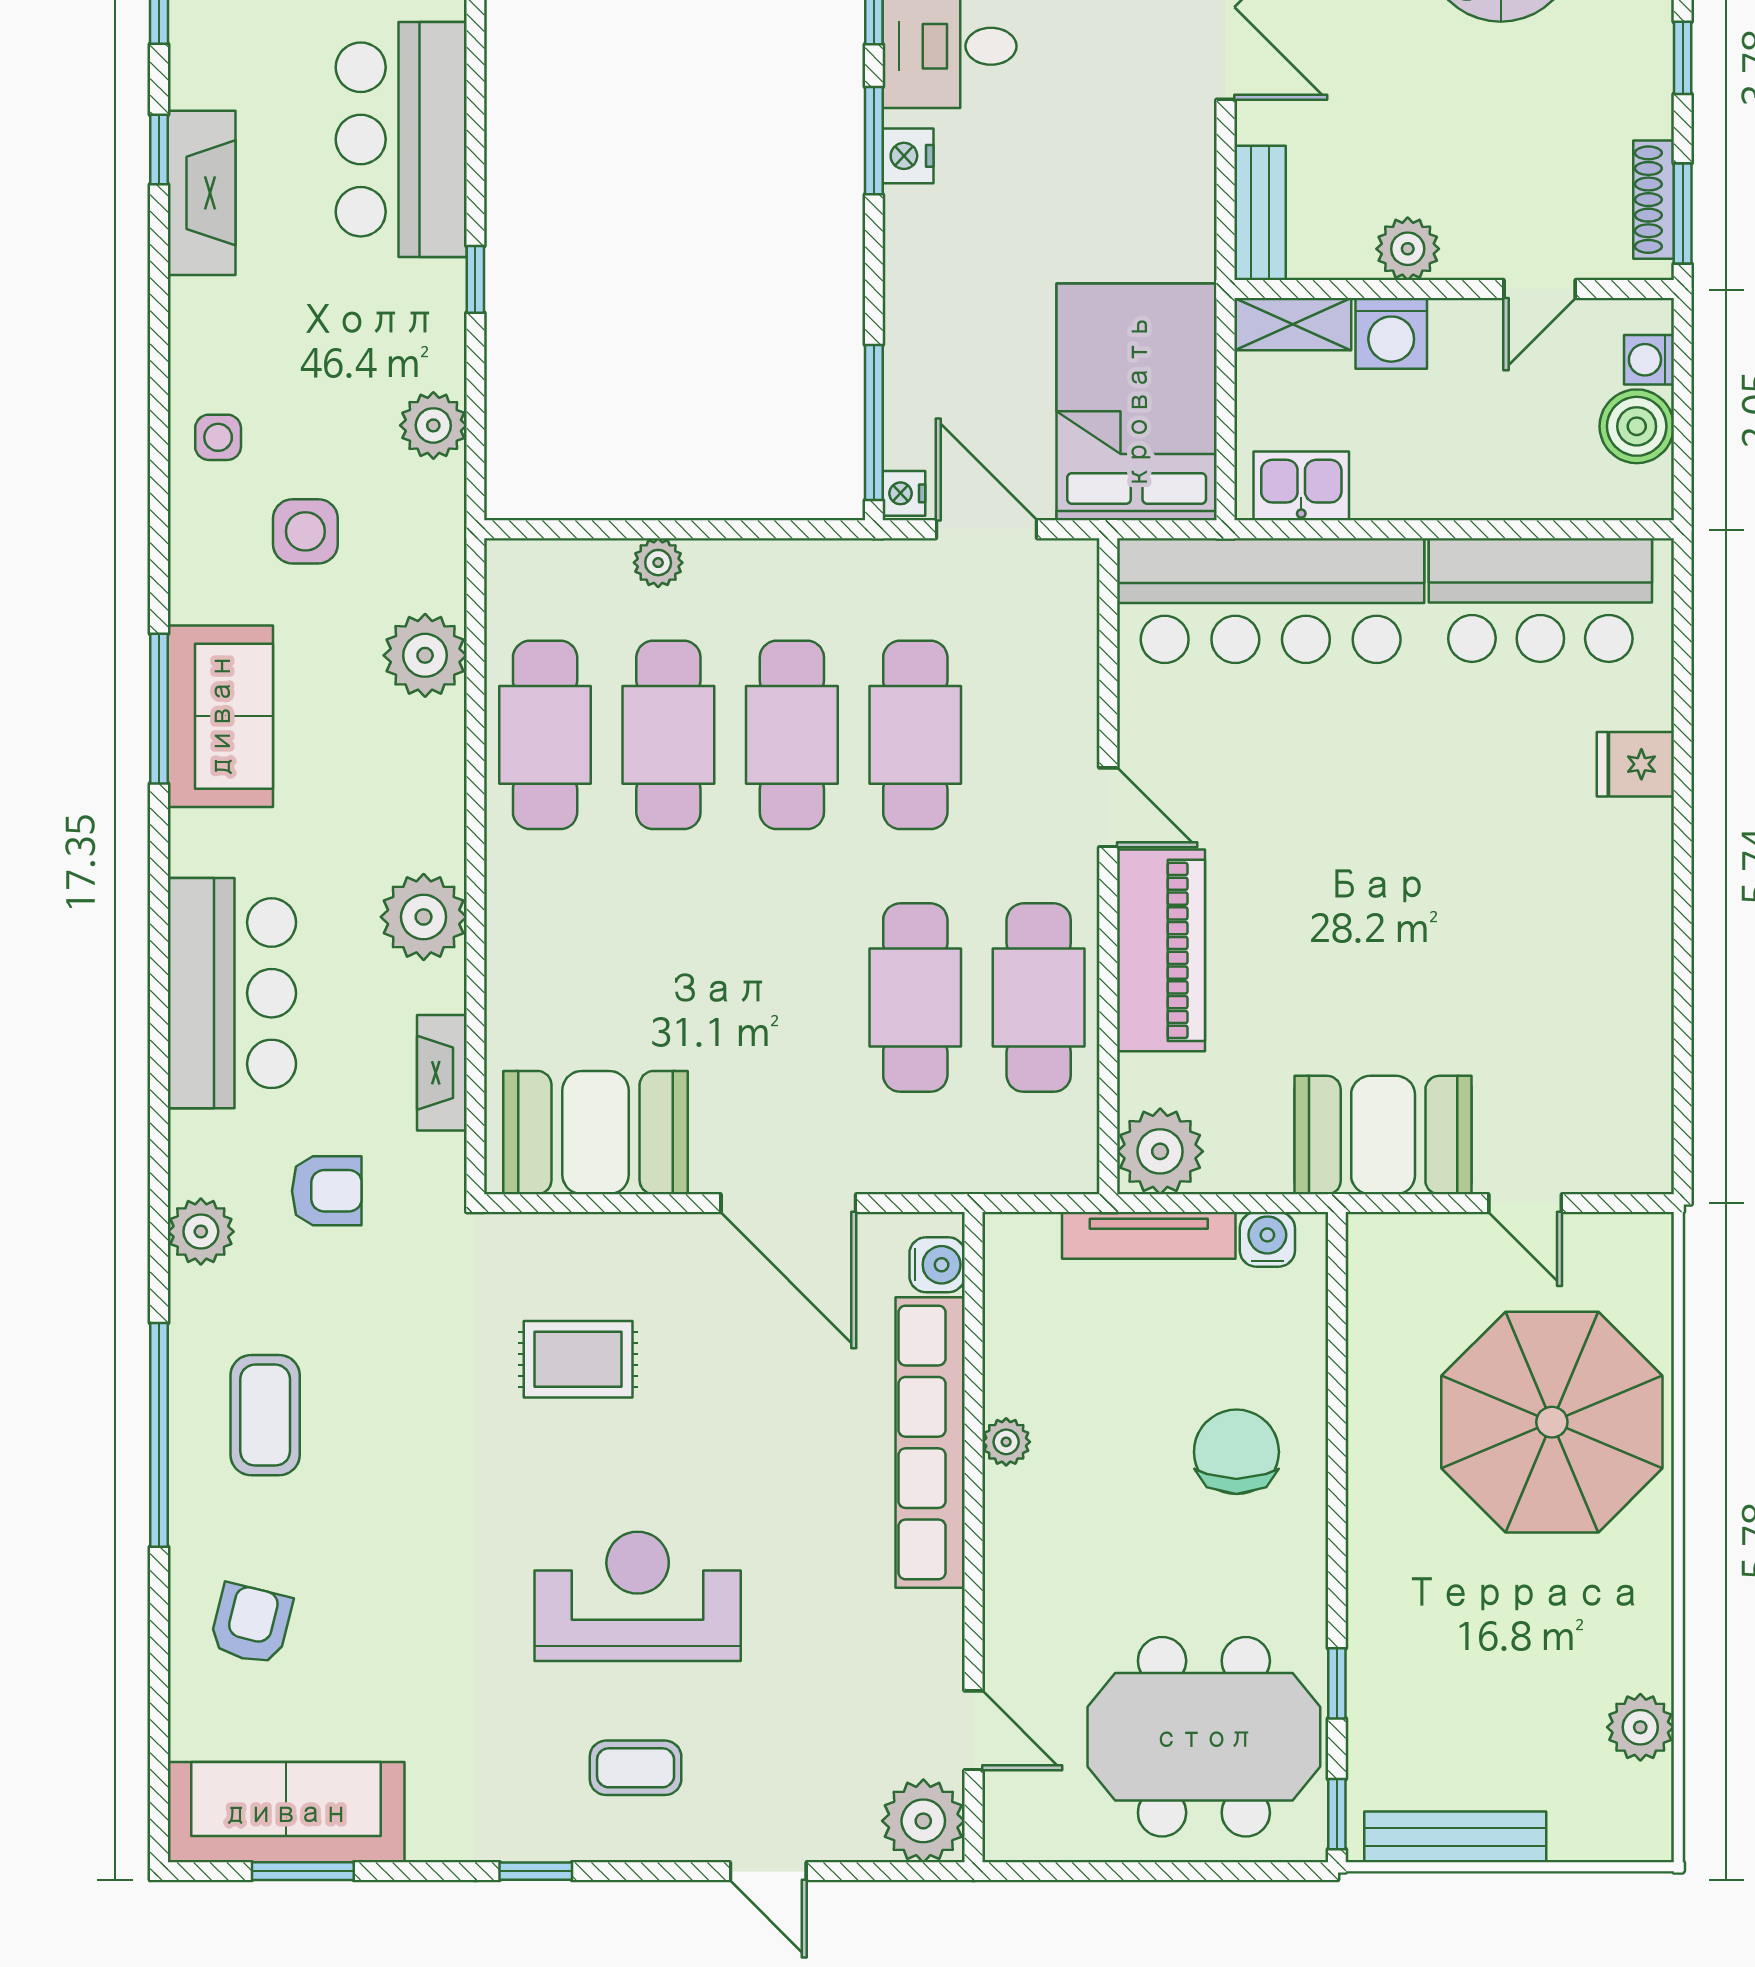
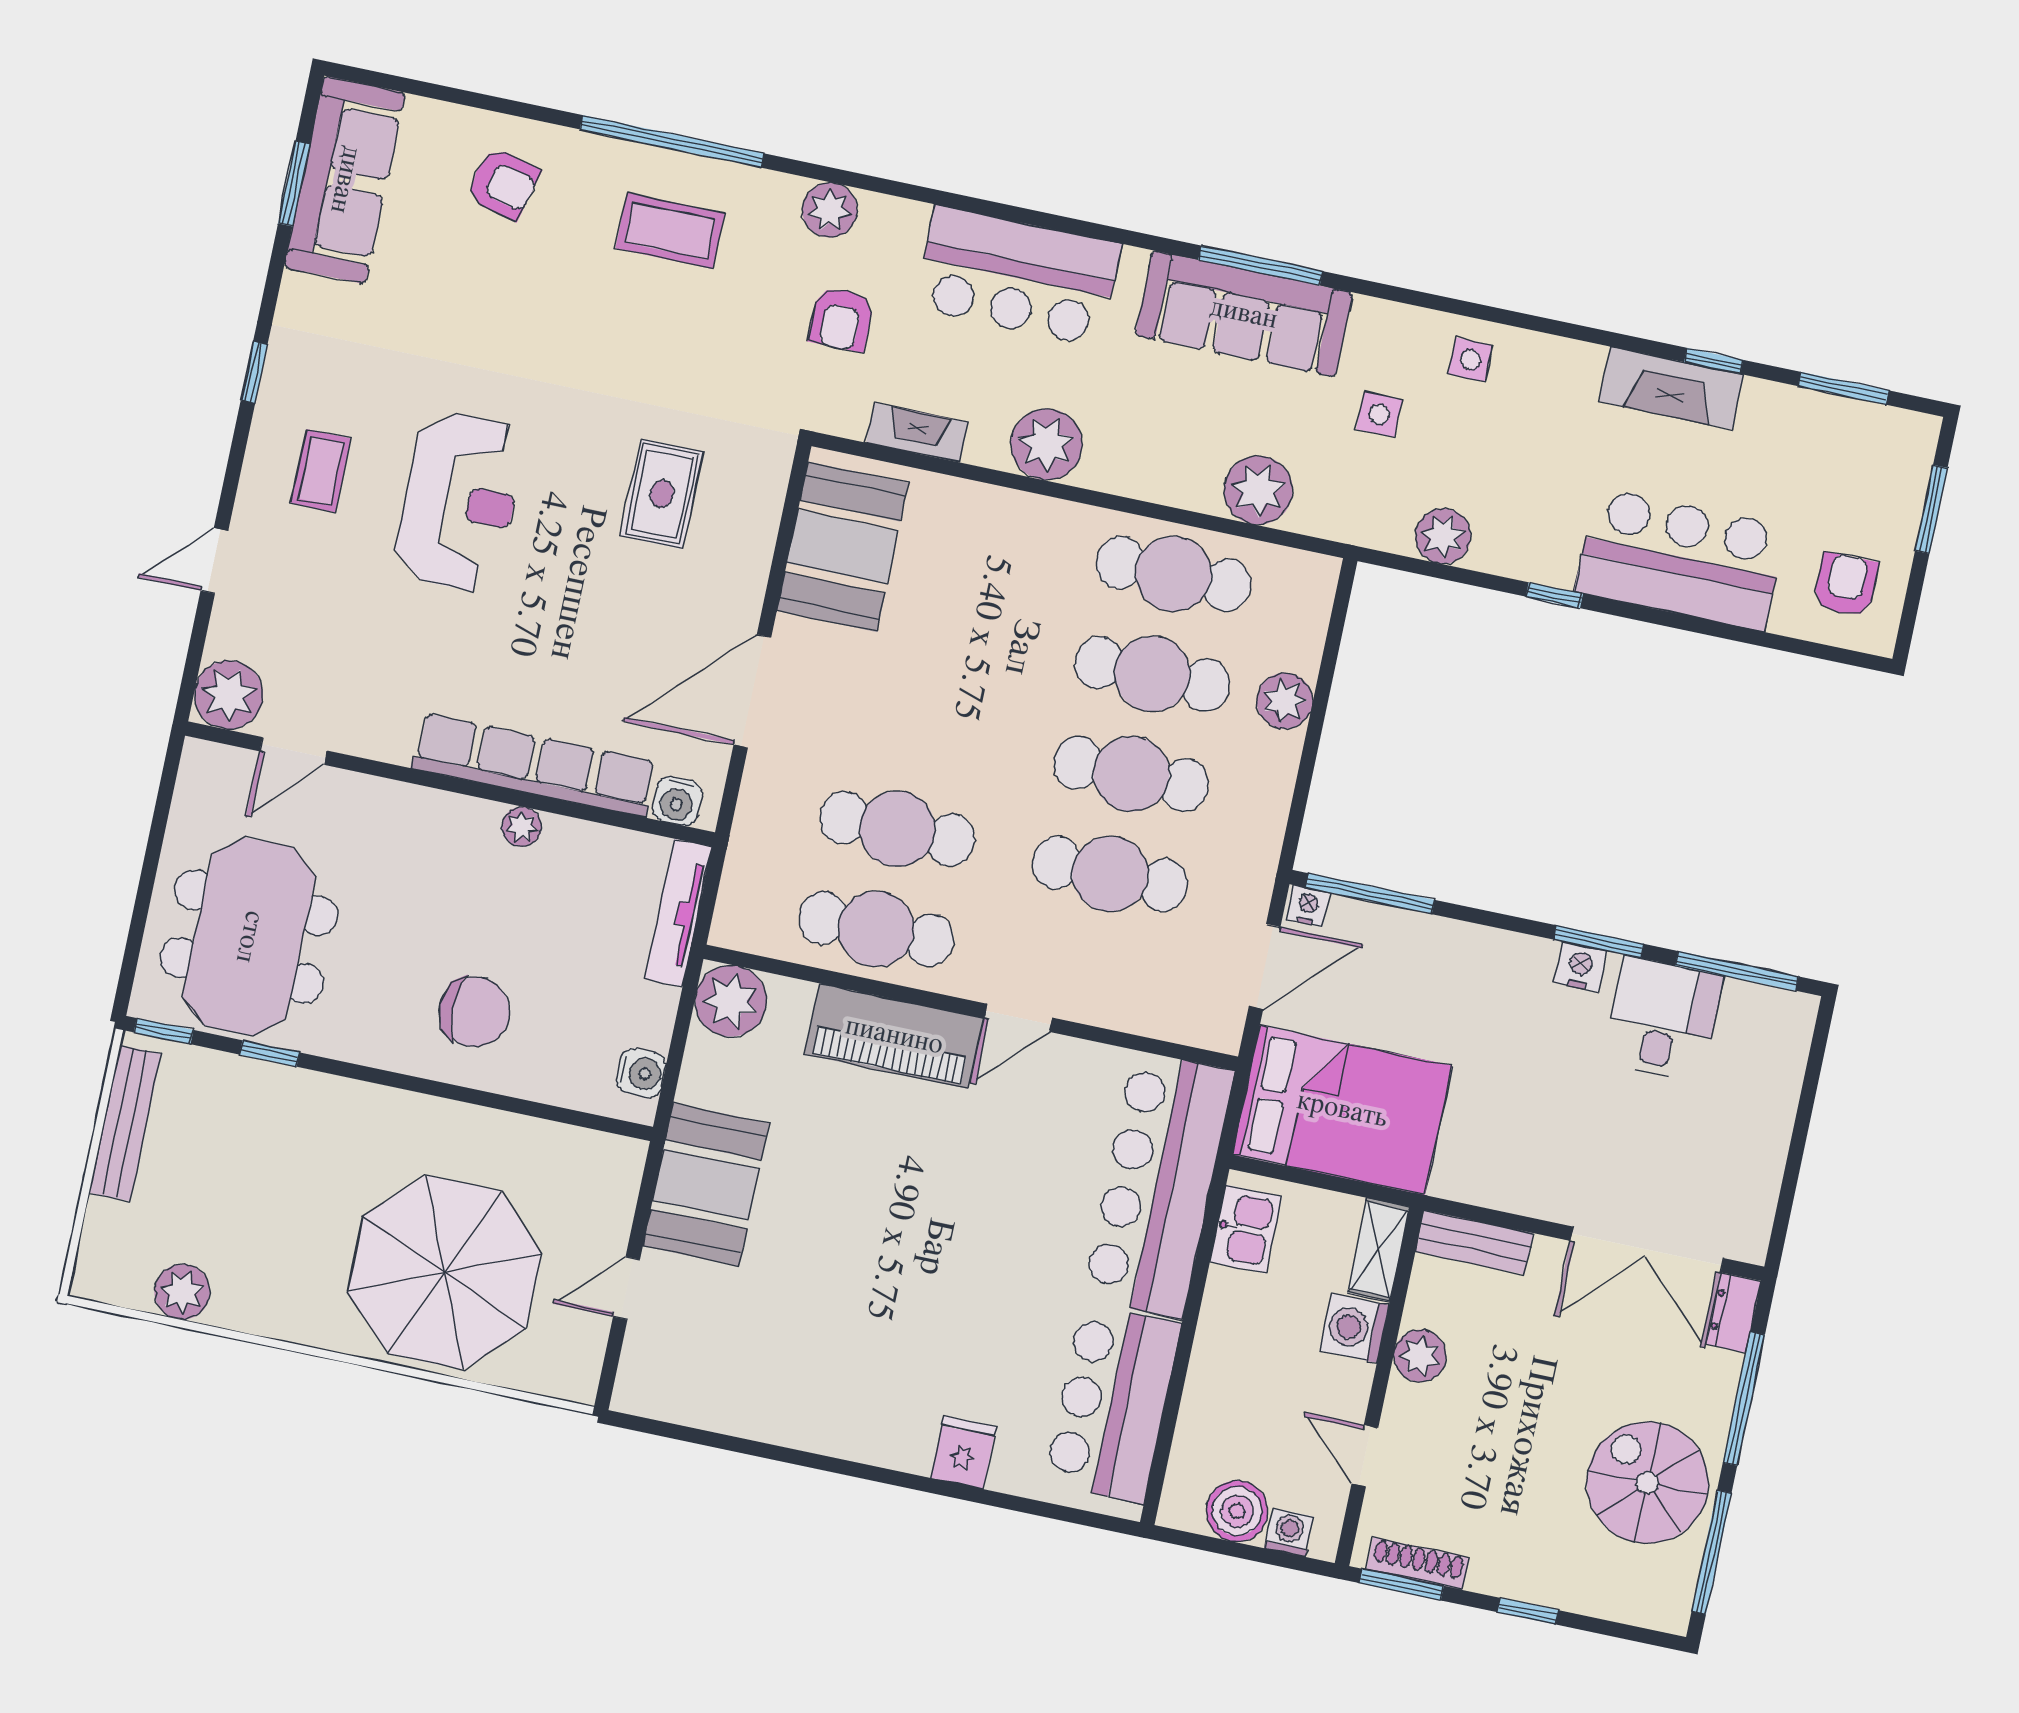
side table: (305, 531) -> (1379, 414), width x0.73, depth x0.73
plant: (658, 563) -> (1285, 701), width x1.38, depth x1.38
sofa: (220, 716) -> (1244, 314), width x1.36
tv unit: (1149, 1235) -> (678, 913), moved

